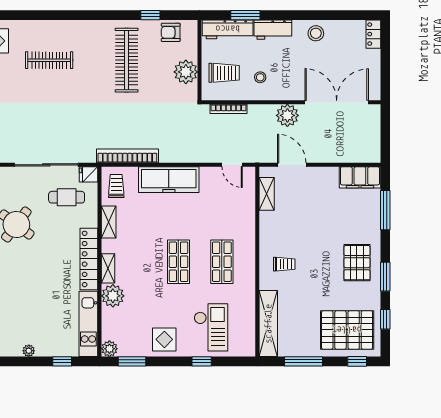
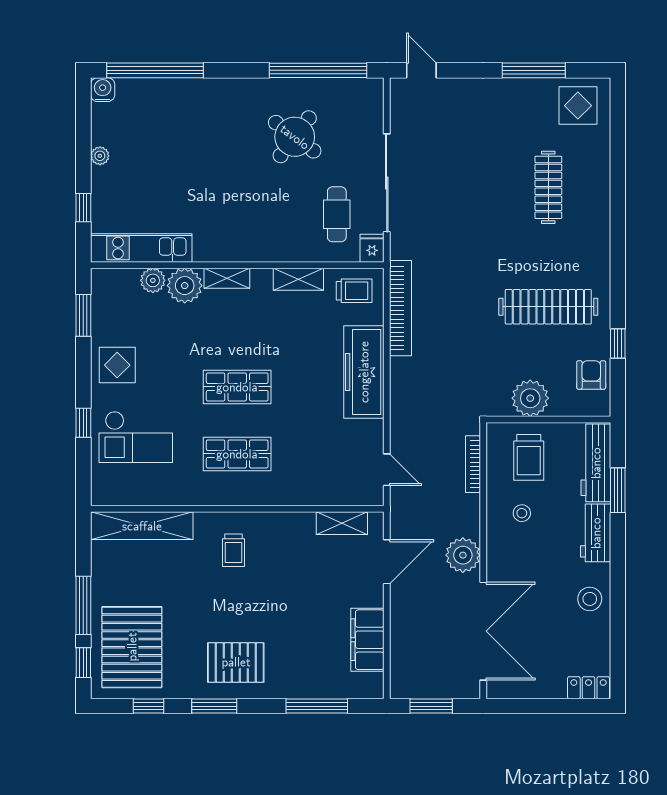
window: (385, 136) -> (431, 706), added
door: (232, 165) -> (387, 470), swing flipped
filing cabinet: (360, 177) -> (367, 640), moved
locker: (89, 259) -> (241, 249), removed
plant: (109, 349) -> (153, 280), moved
window: (304, 361) -> (83, 605), moved

